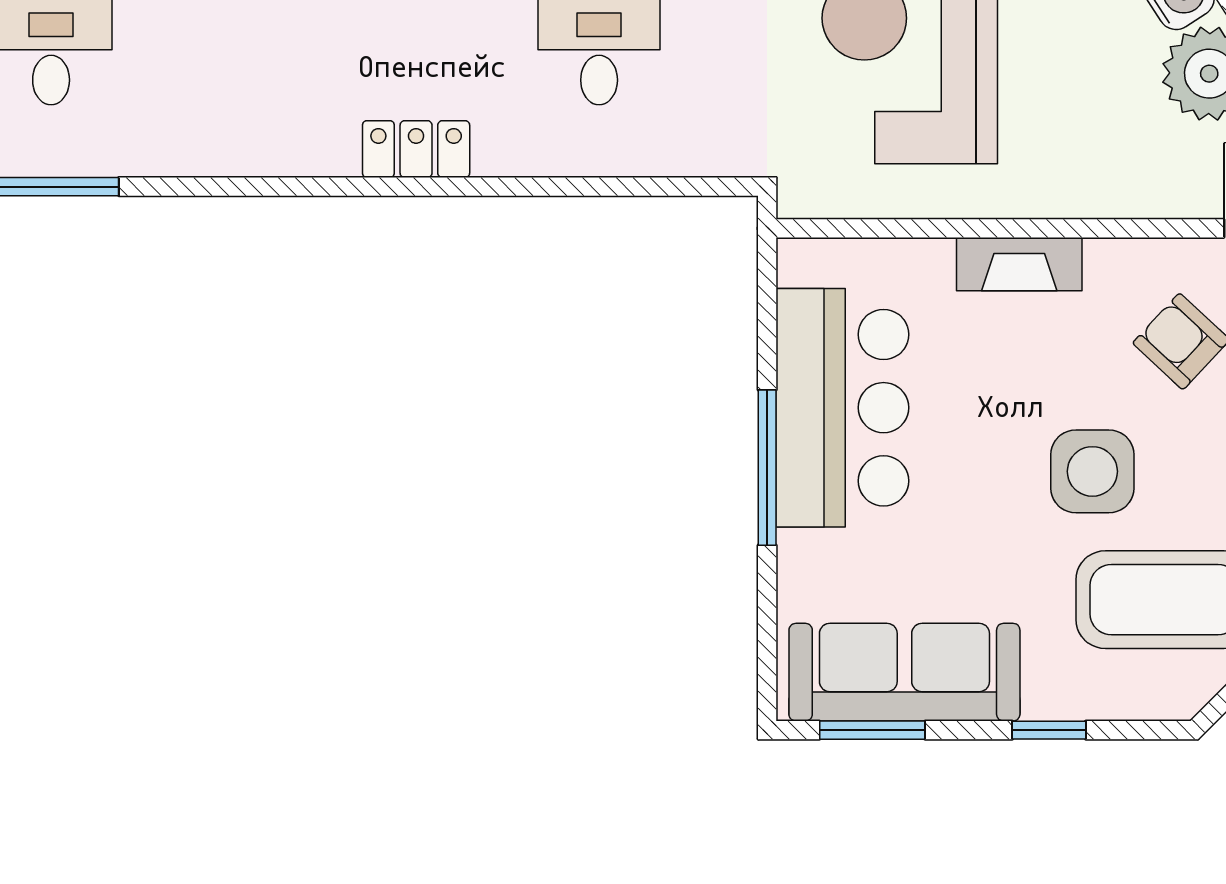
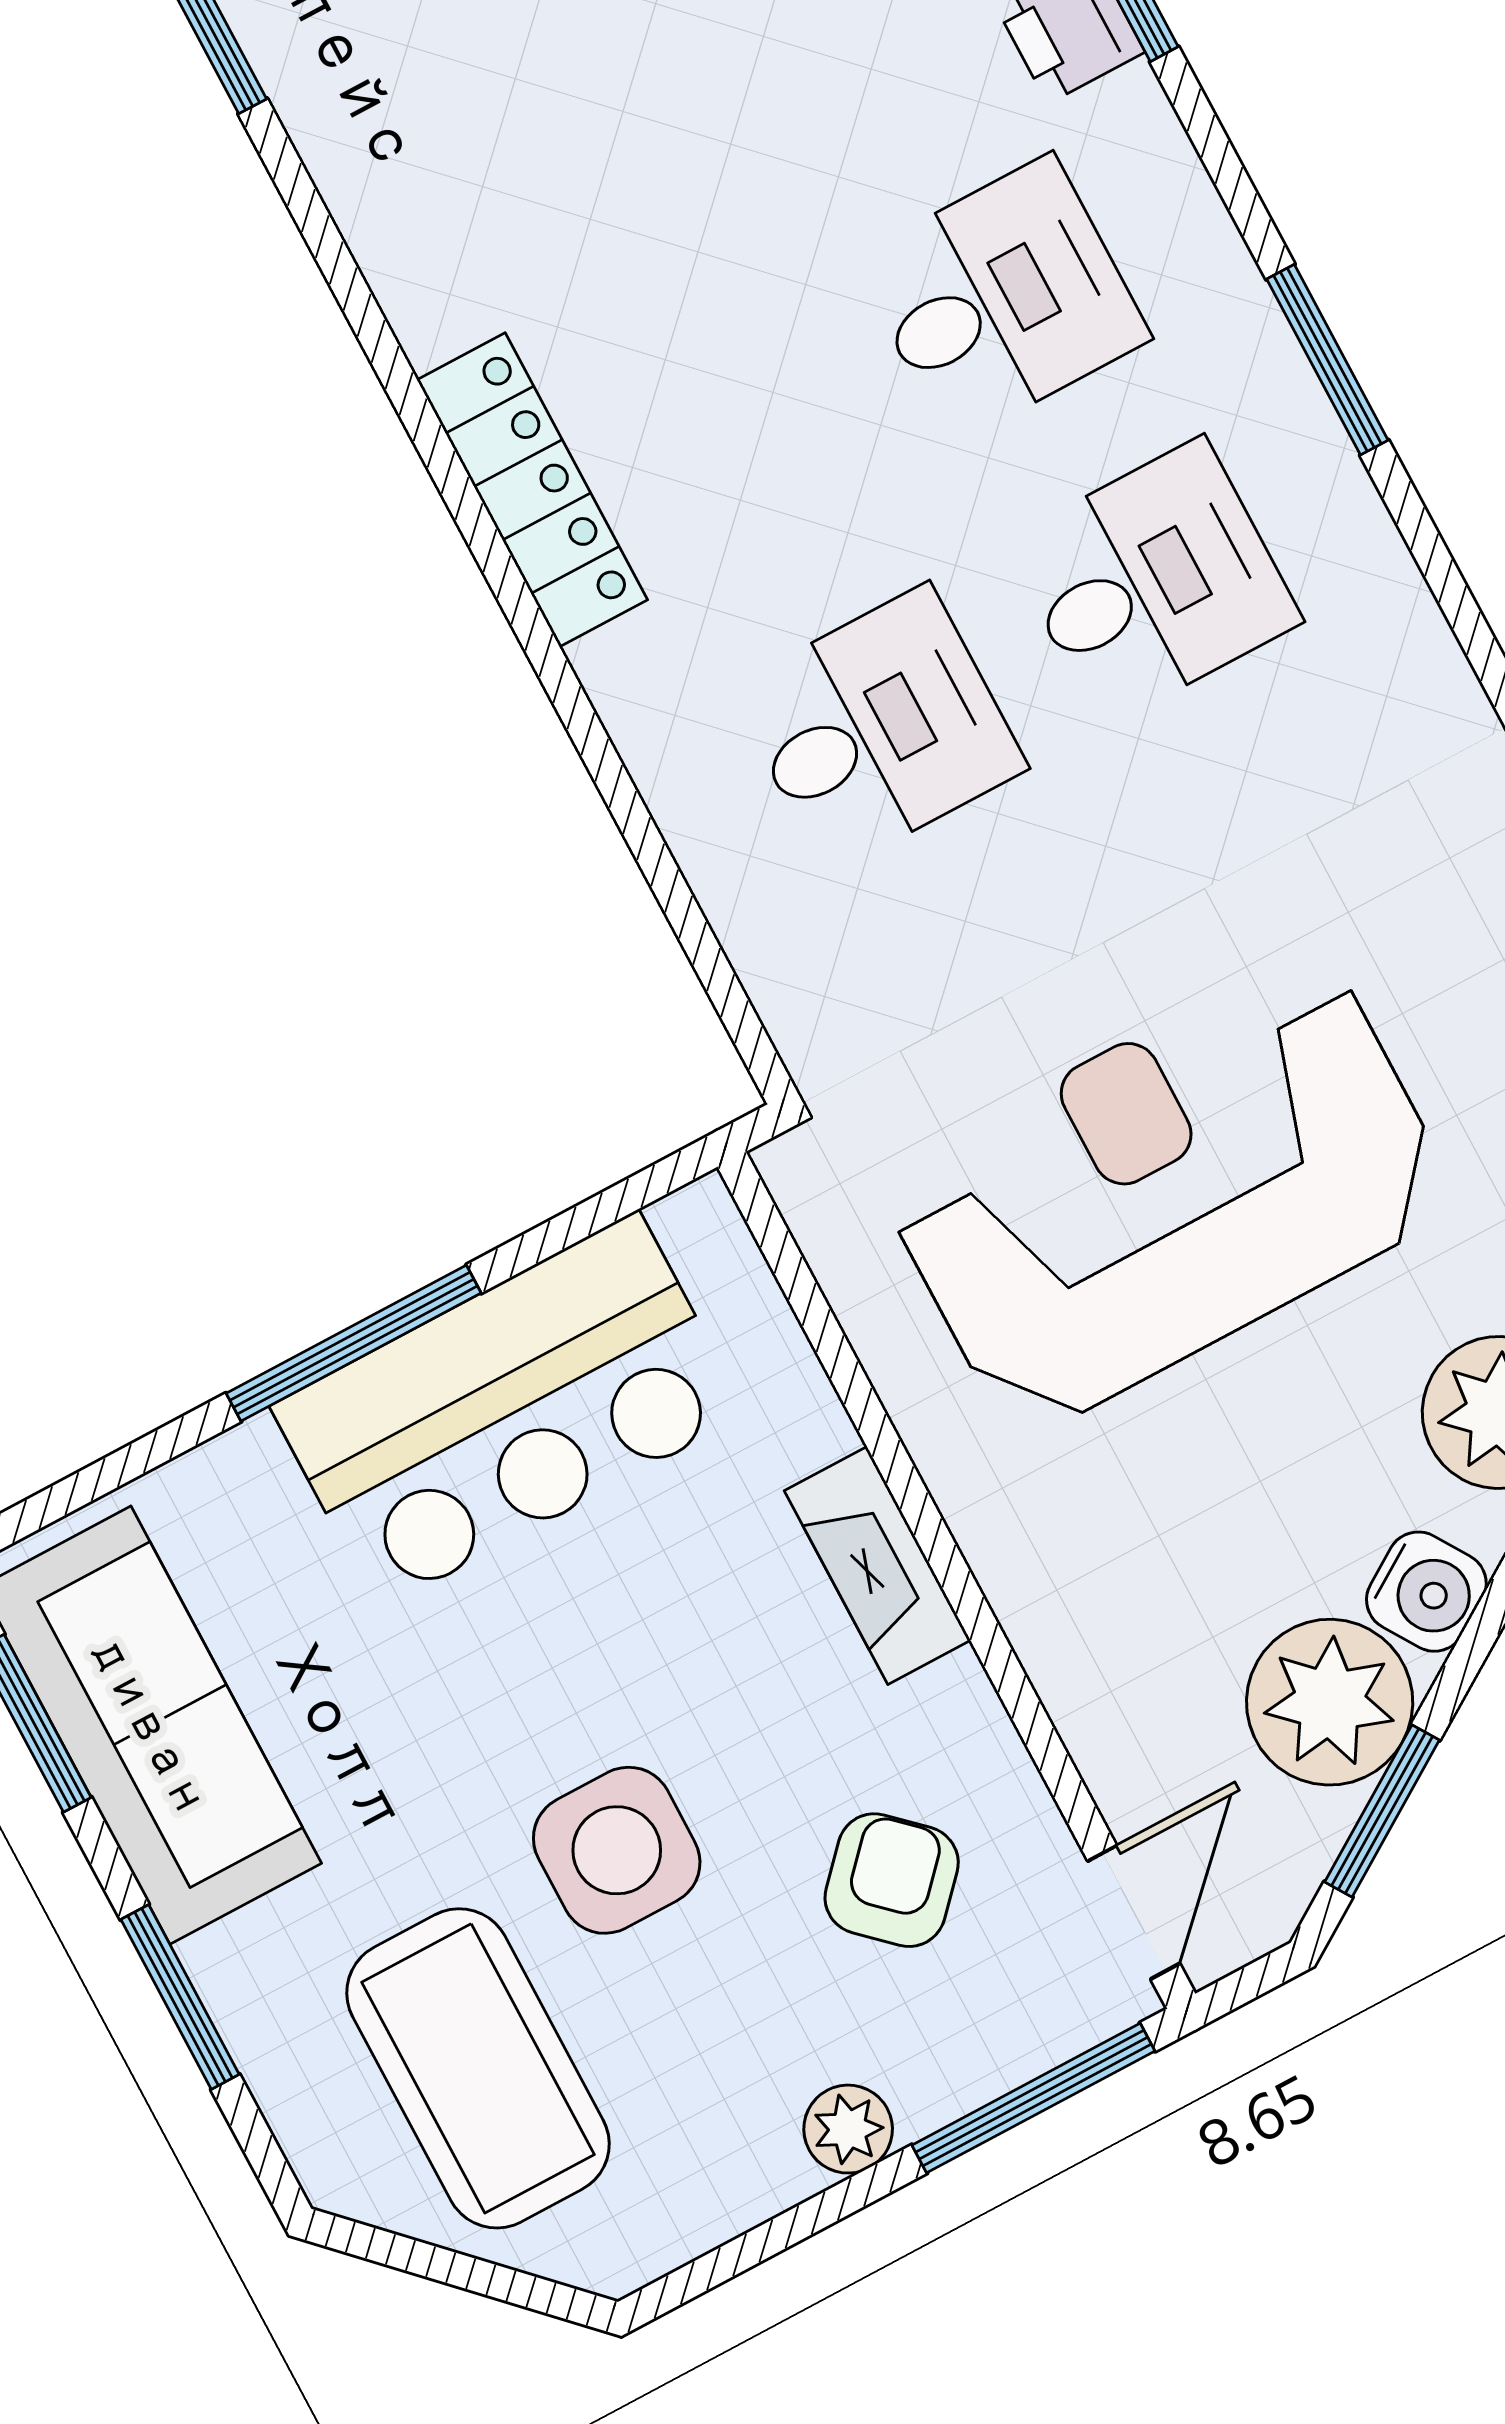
locker: (416, 149) -> (532, 490), width x1.53
window: (1049, 730) -> (180, 1997), width x1.50

